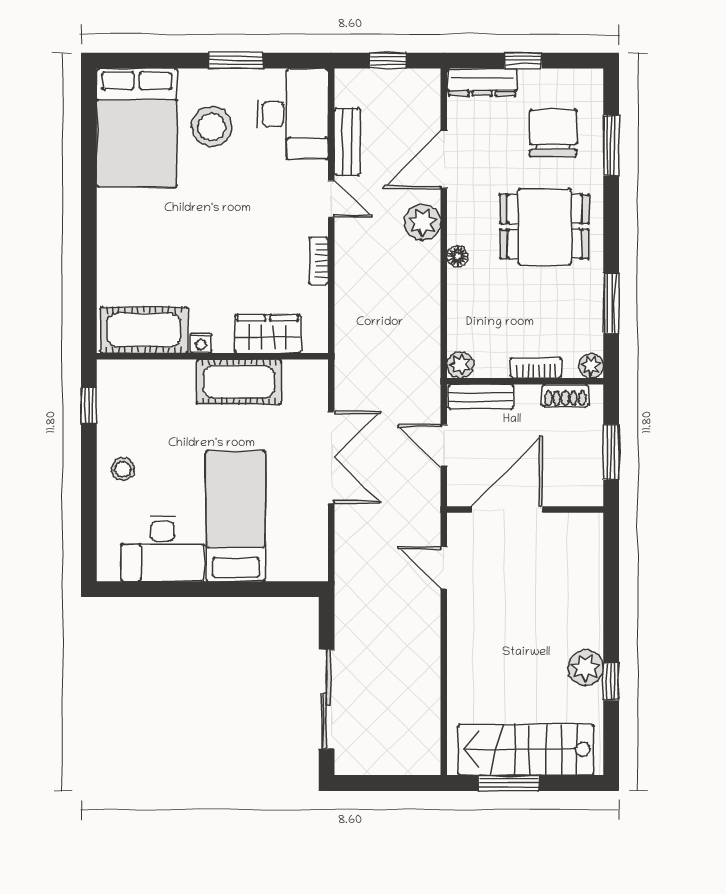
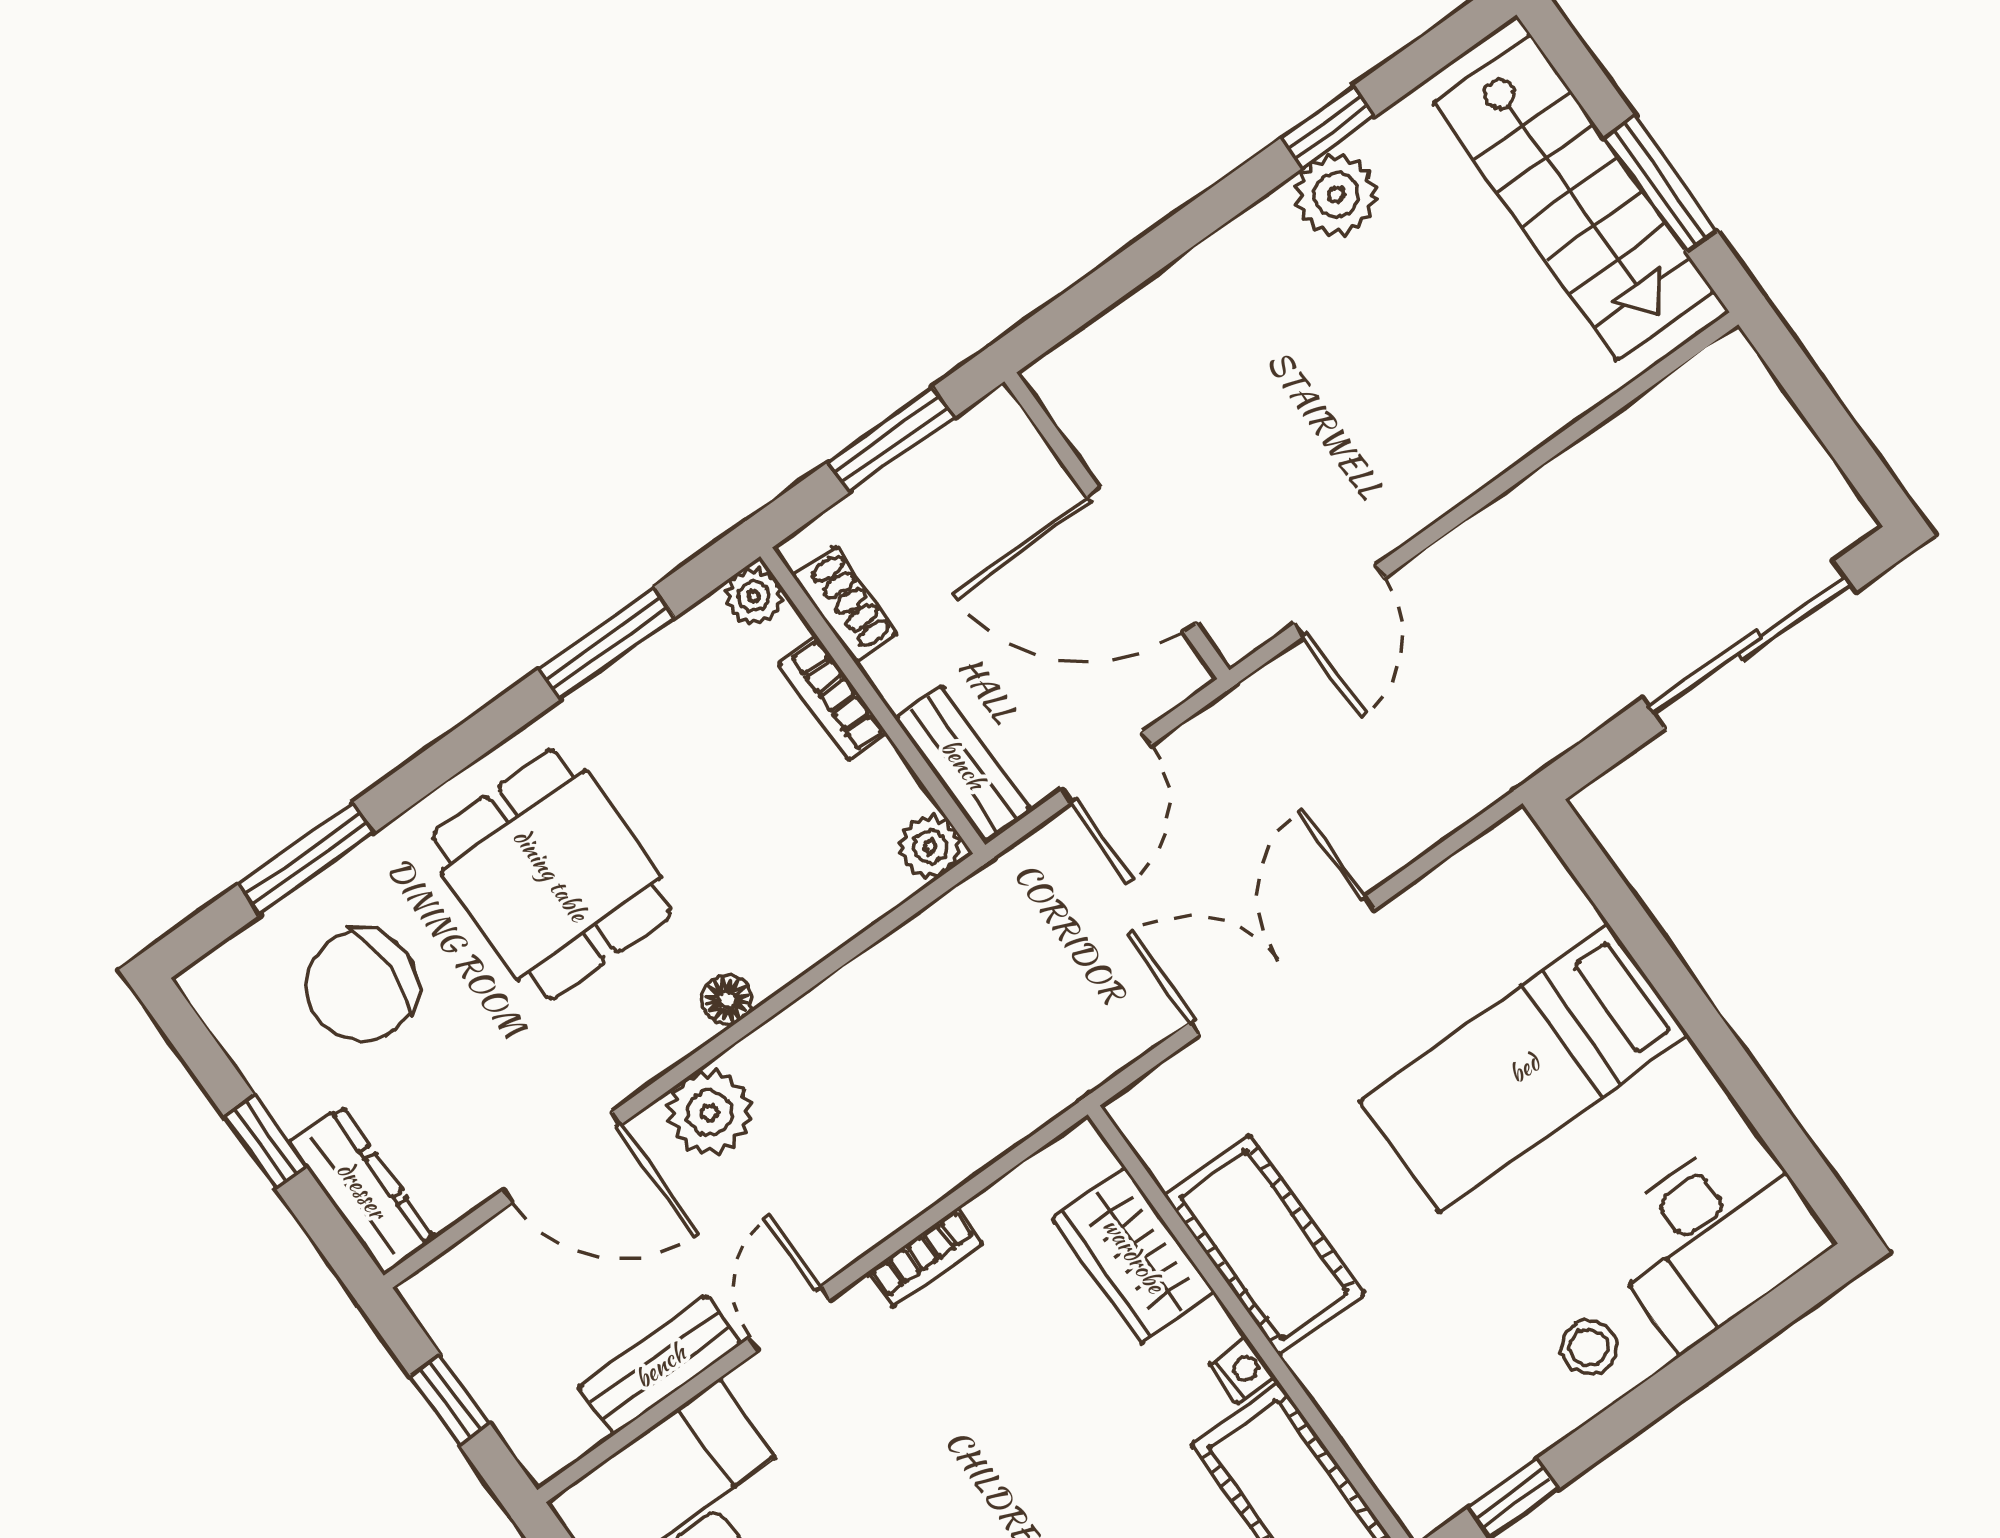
desk: (162, 549) -> (1715, 1238), moved, turned 90

